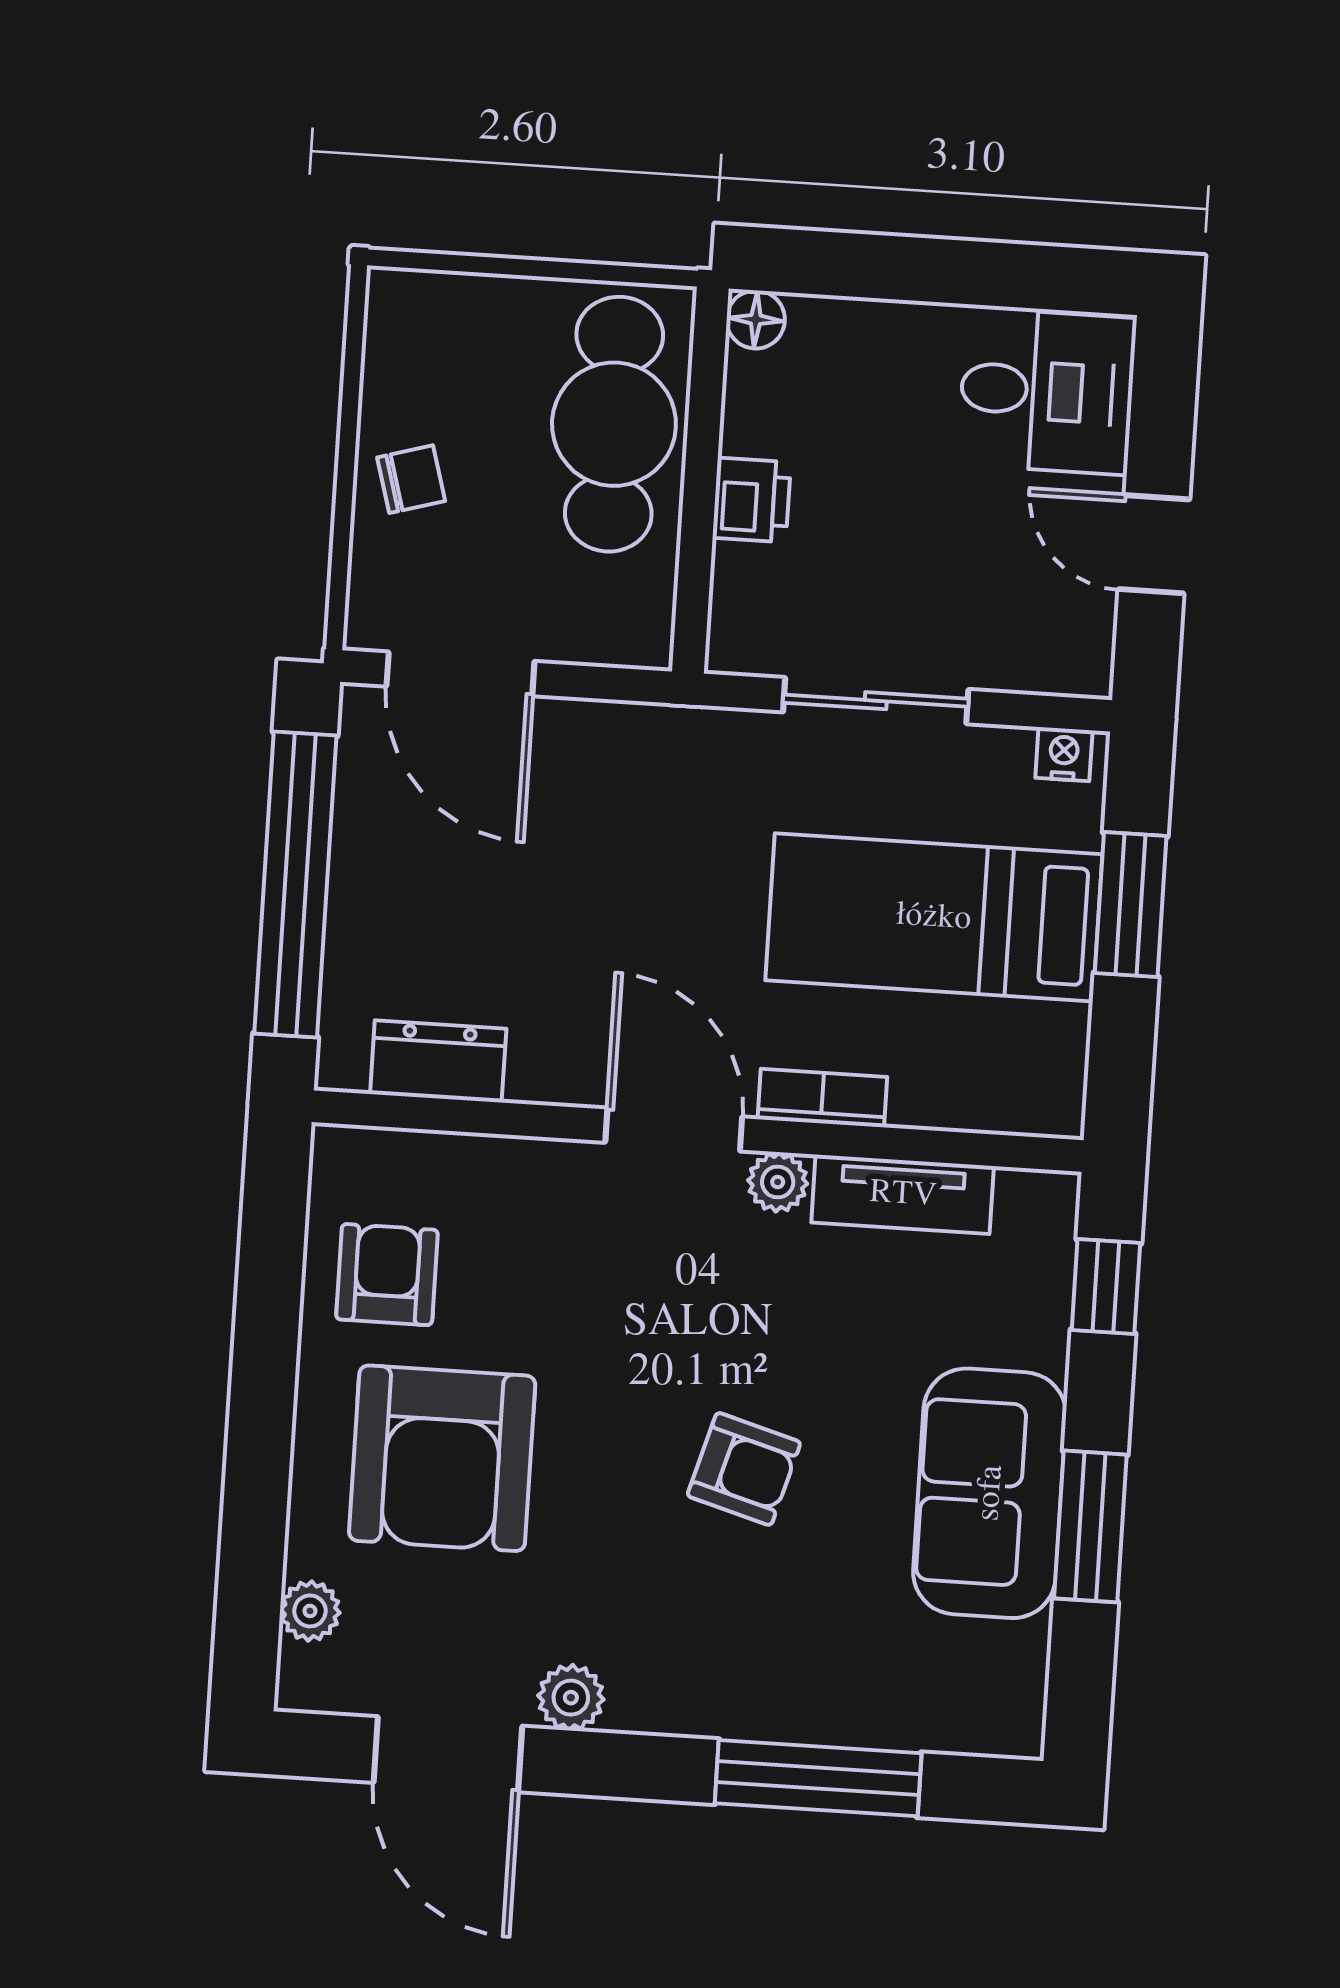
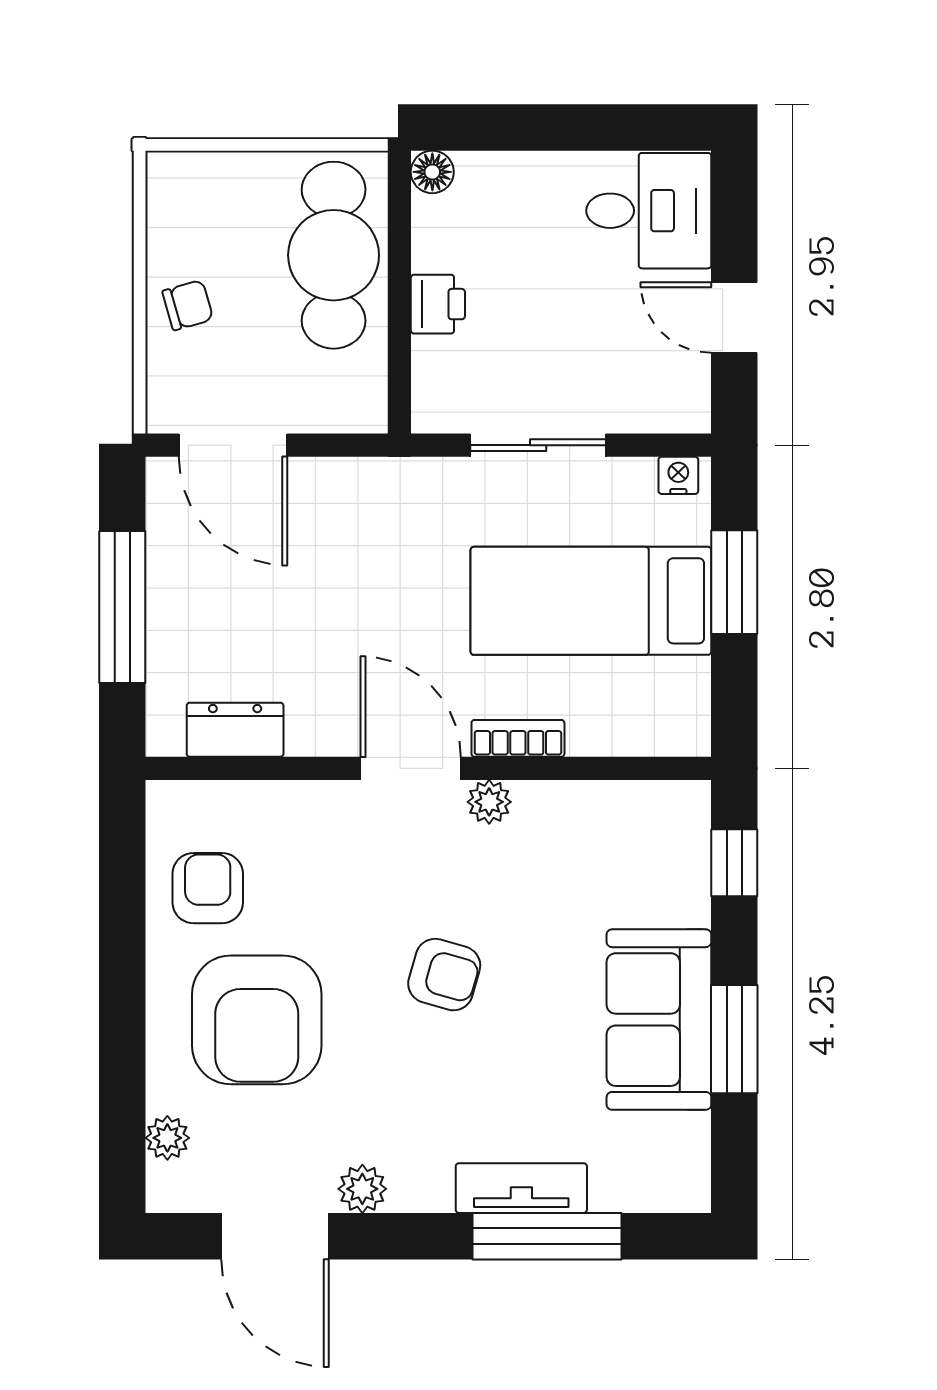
window: (295, 885) -> (122, 607), width x0.68
tv unit: (903, 1194) -> (521, 1188), moved, turned 180
armchair: (744, 1469) -> (444, 975), moved

